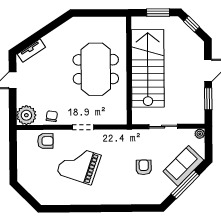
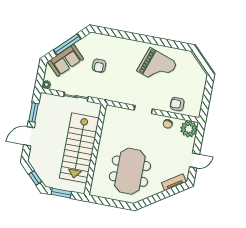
meeting table: (96, 69) -> (130, 171), moved
grand piano: (79, 164) -> (157, 67), moved

